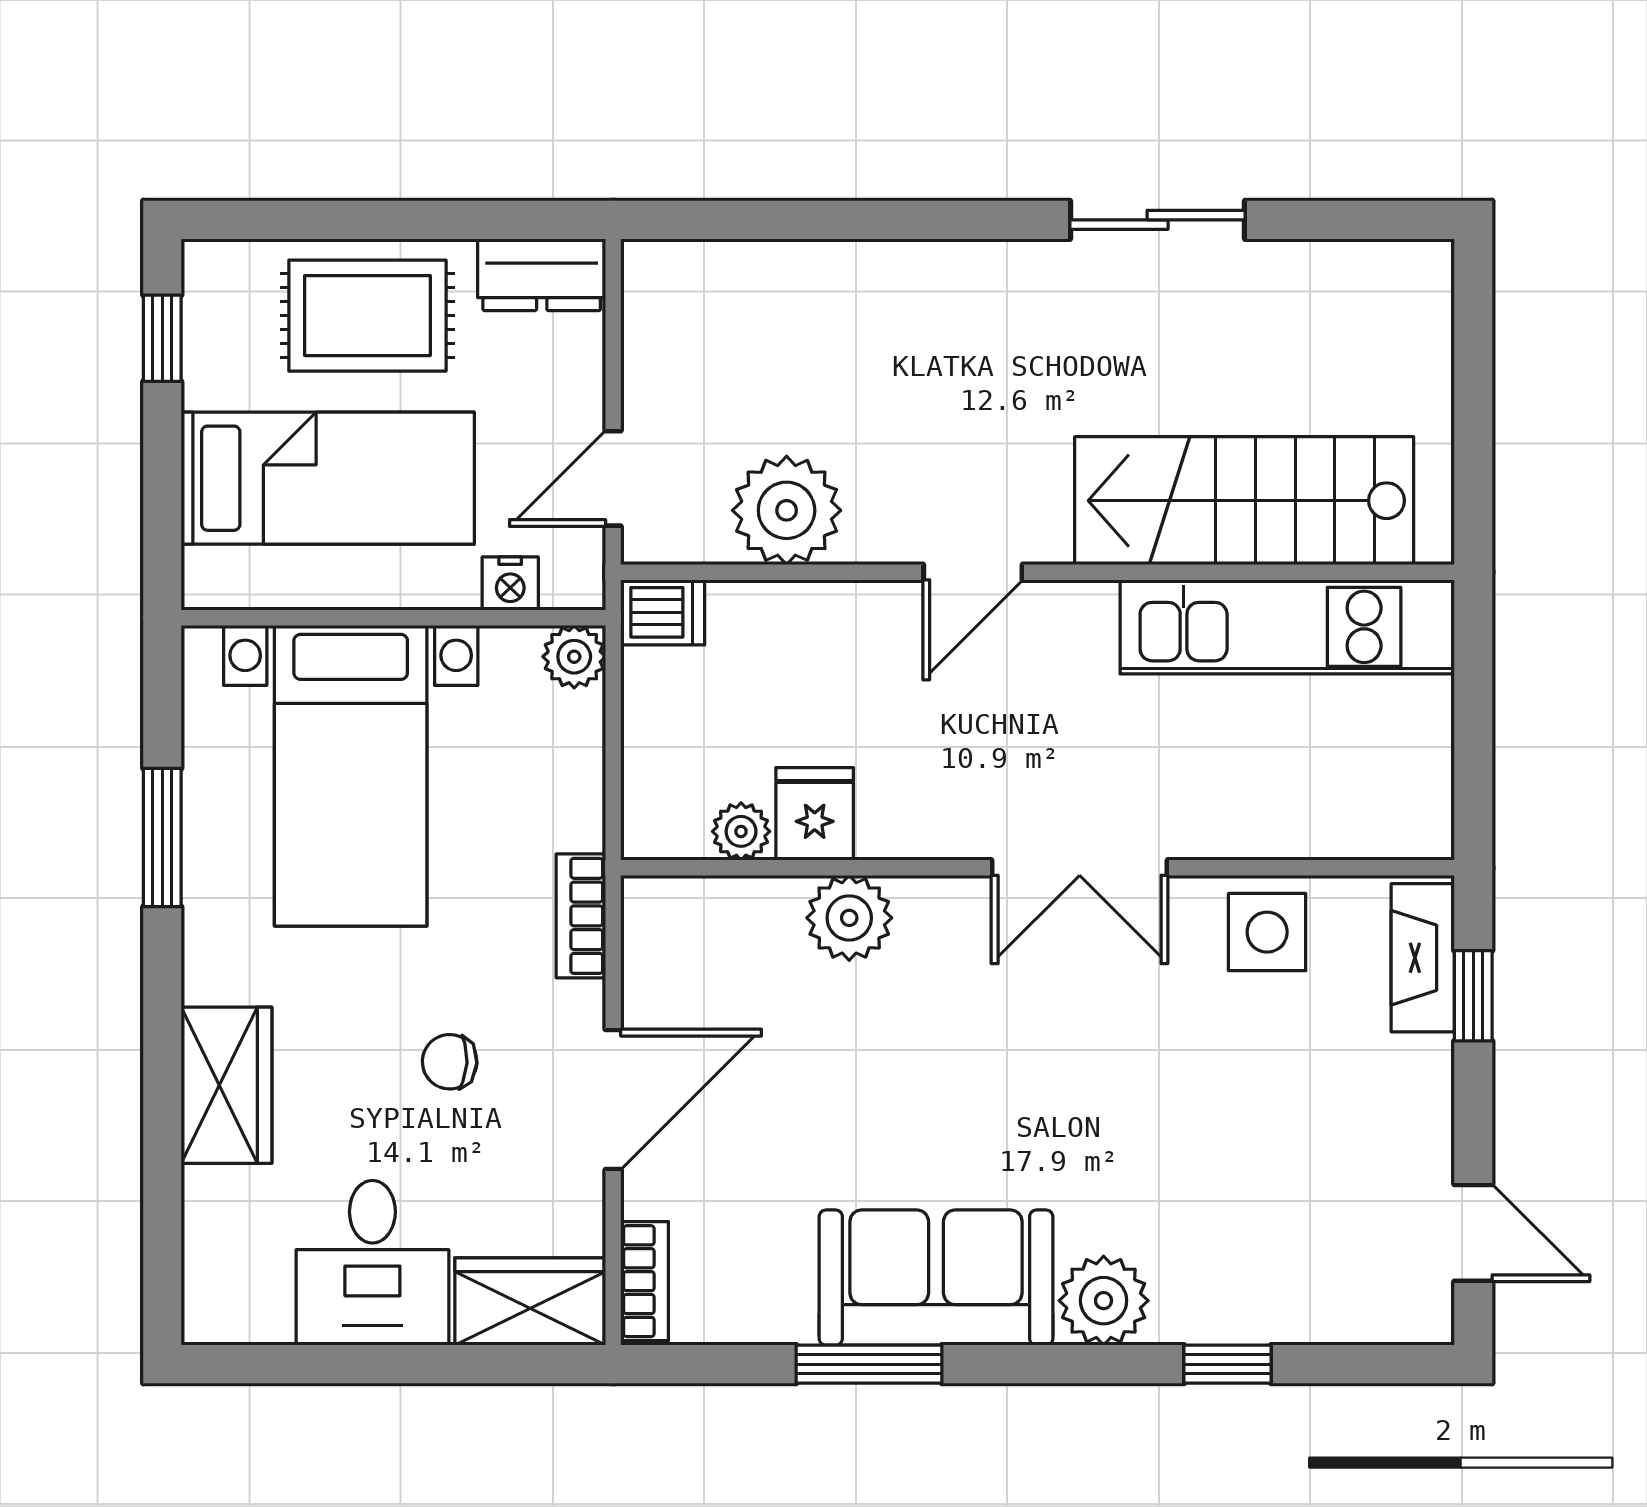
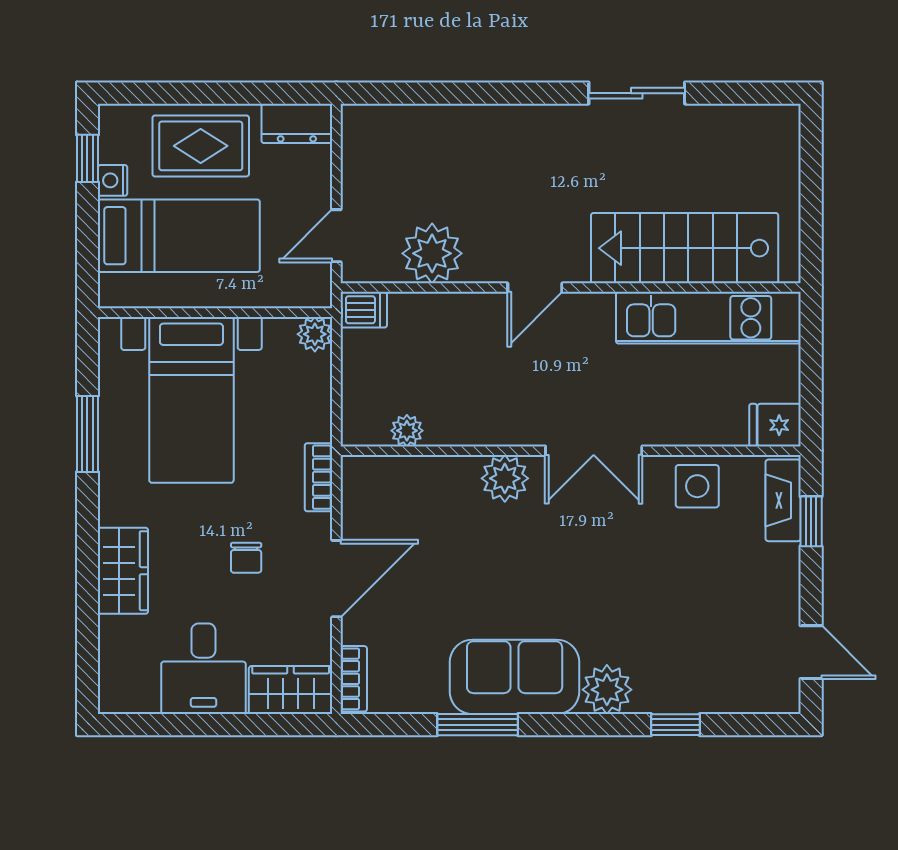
nightstand: (510, 584) -> (113, 180), moved, turned 90
fridge: (815, 814) -> (775, 425), moved, turned -90
plant: (849, 918) -> (505, 478), moved
chair: (450, 1062) -> (246, 558), turned -93

